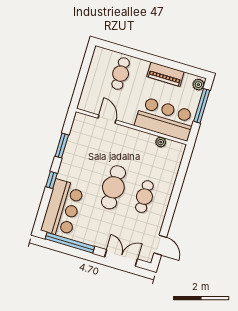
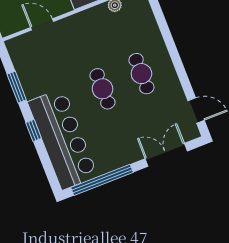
cafe table: (113, 187) -> (102, 89), width x0.73, depth x0.74
bar counter: (62, 209) -> (63, 139), width x1.36

